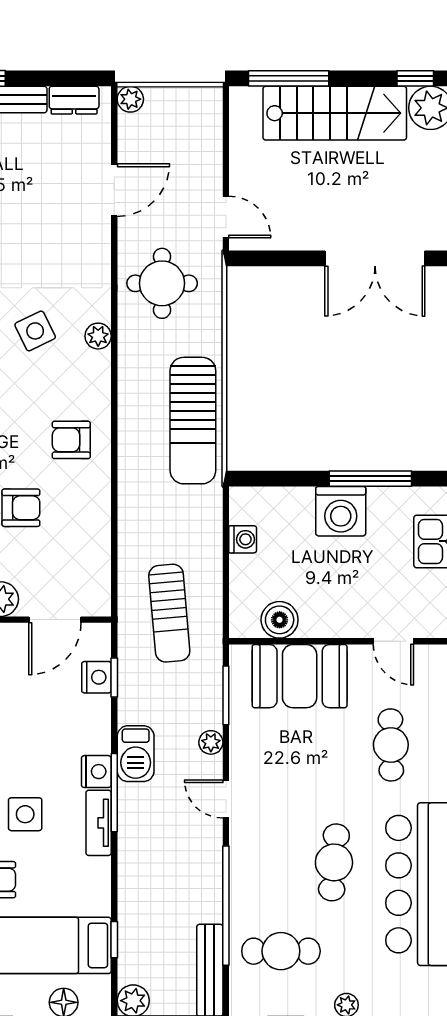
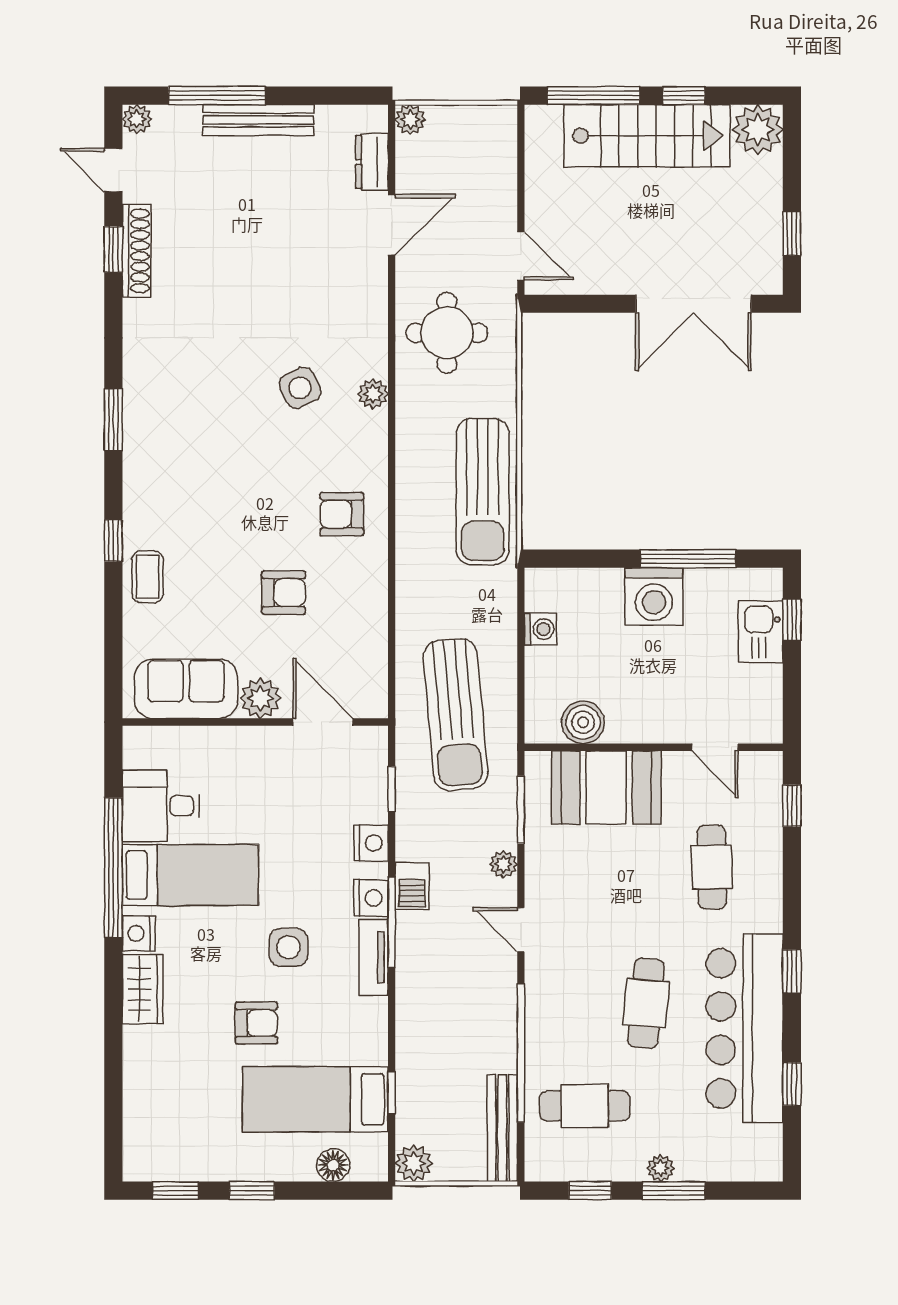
window: (415, 78) -> (684, 96), moved
dresser: (74, 100) -> (372, 162), moved, turned 90
sun lounger: (169, 613) -> (455, 715), width x1.36, depth x1.34
door: (55, 620) -> (323, 722), swing flipped
nightstand: (96, 677) -> (371, 843), moved
barbecue: (136, 754) -> (412, 886), width x0.73, depth x0.79

